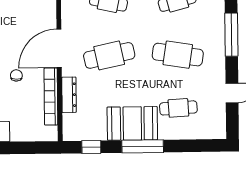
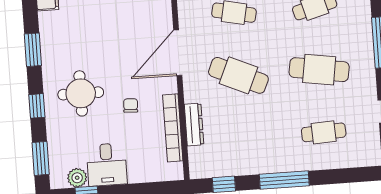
door: (59, 48) -> (178, 53), moved
cafe table: (109, 55) -> (238, 75), turned 36
booth: (132, 123) -> (270, 154), removed

